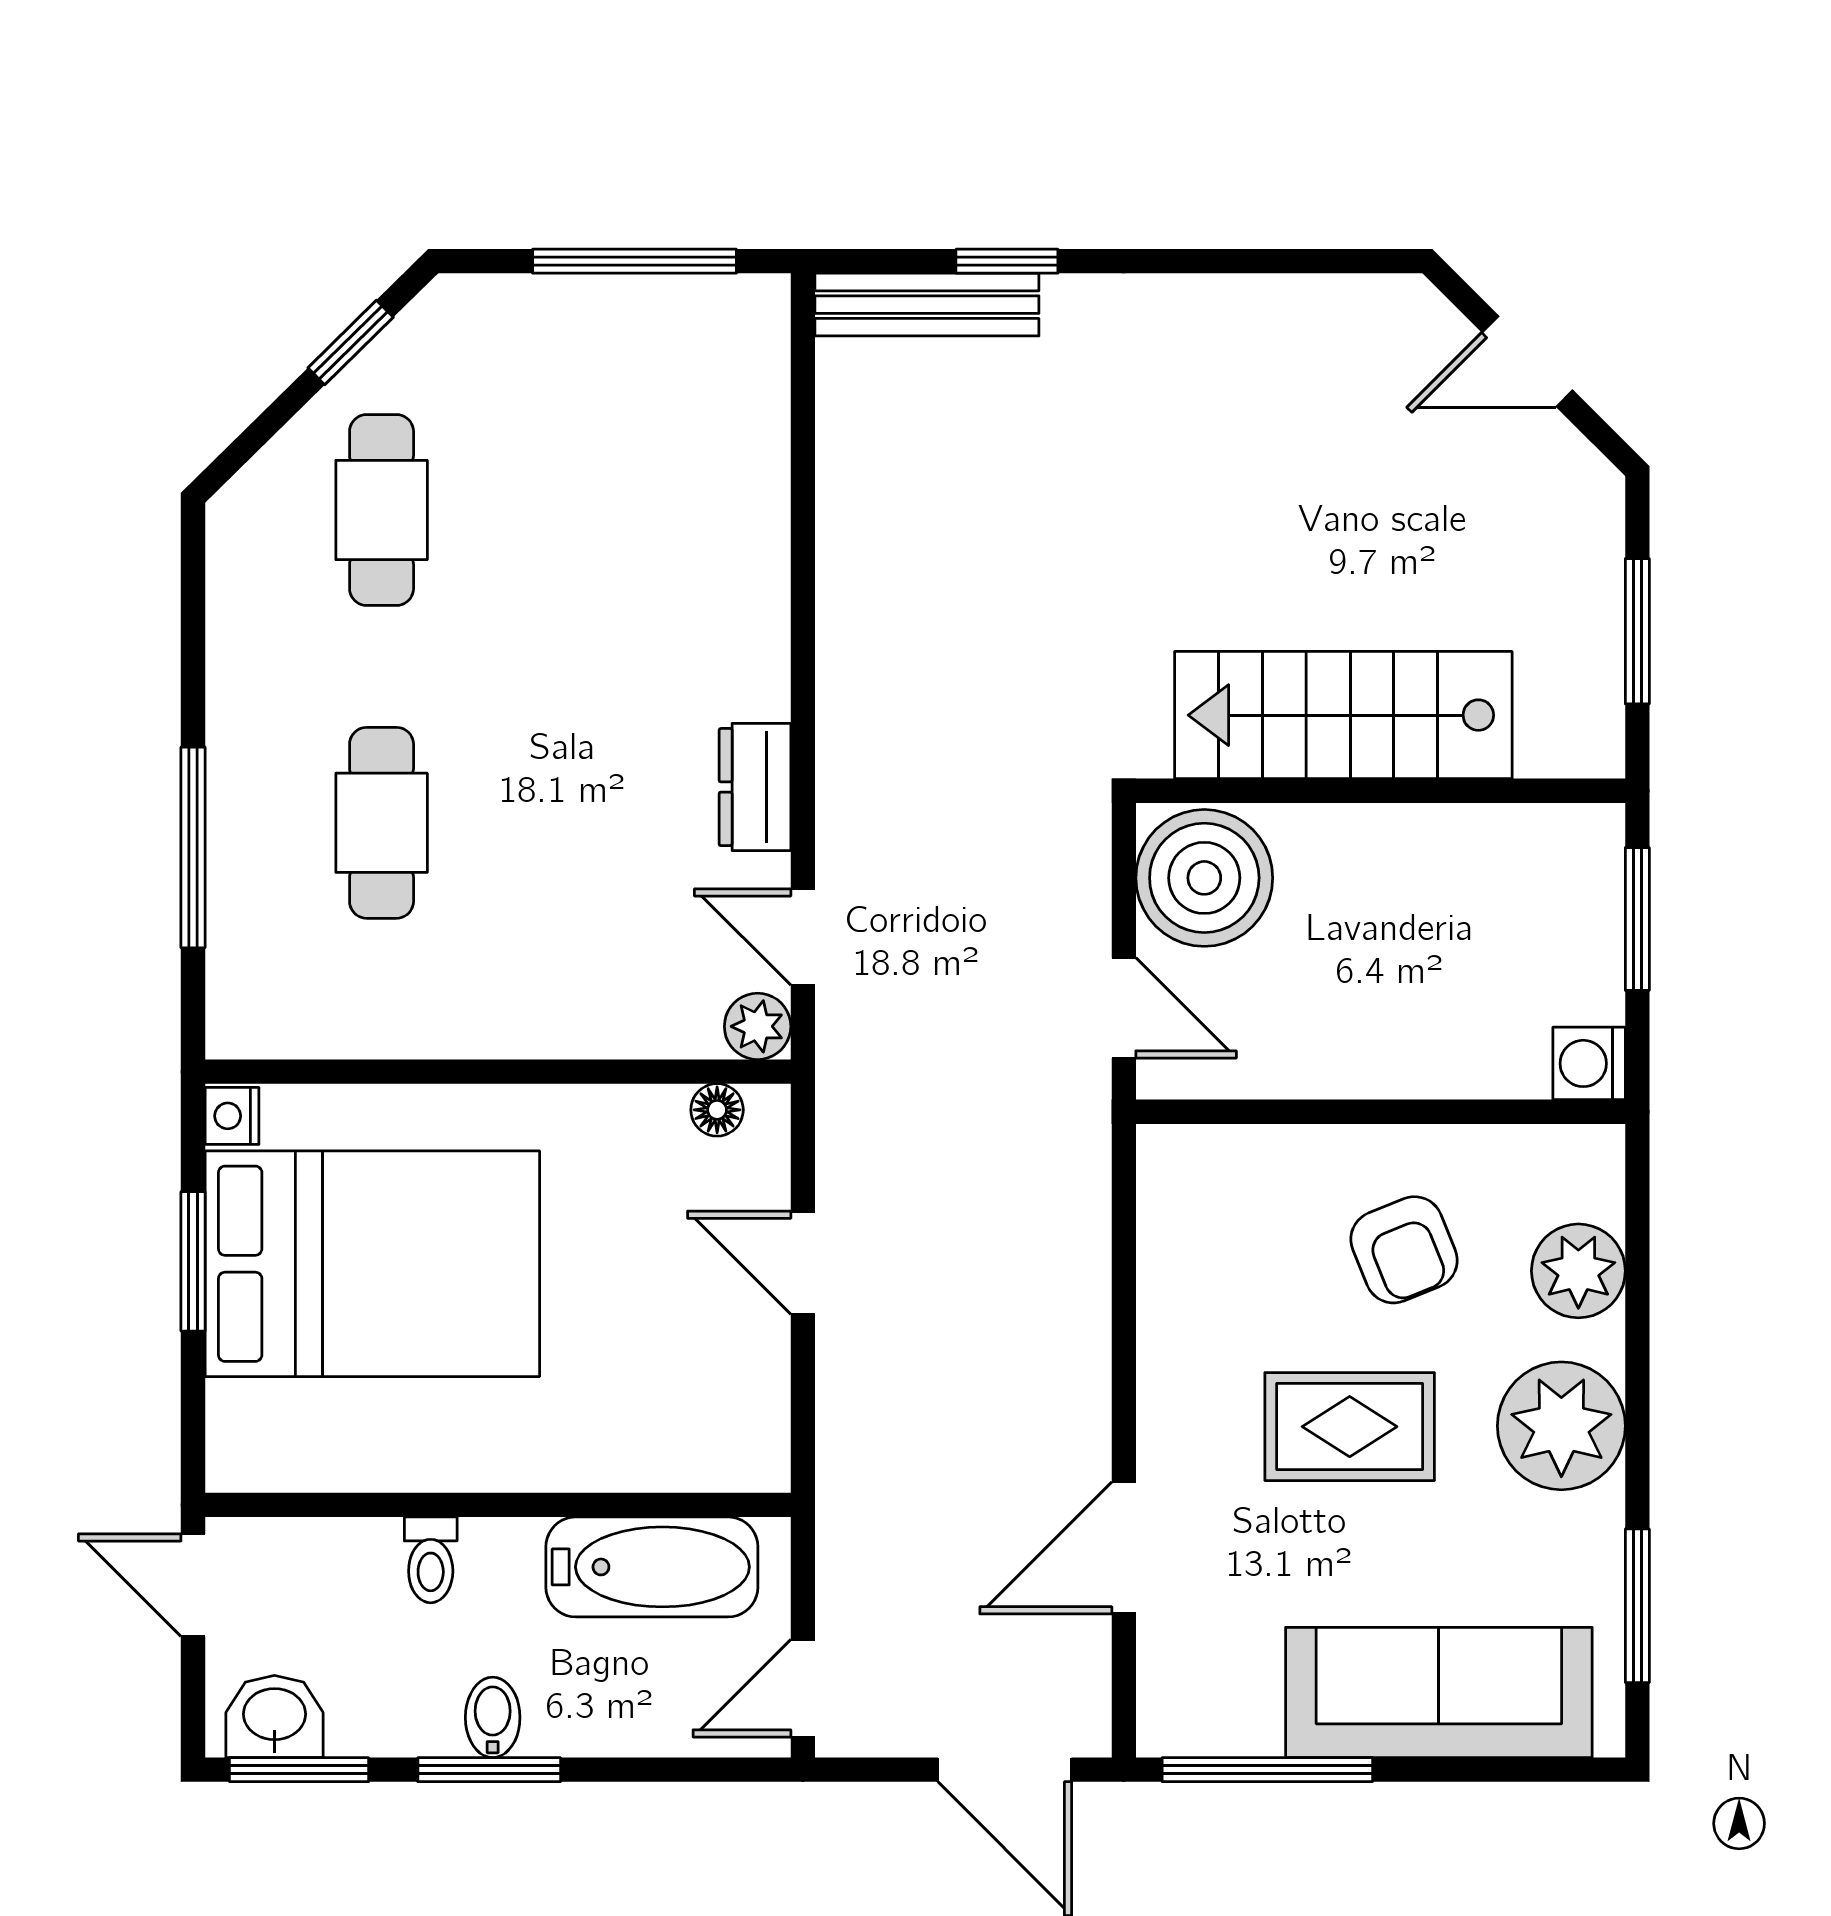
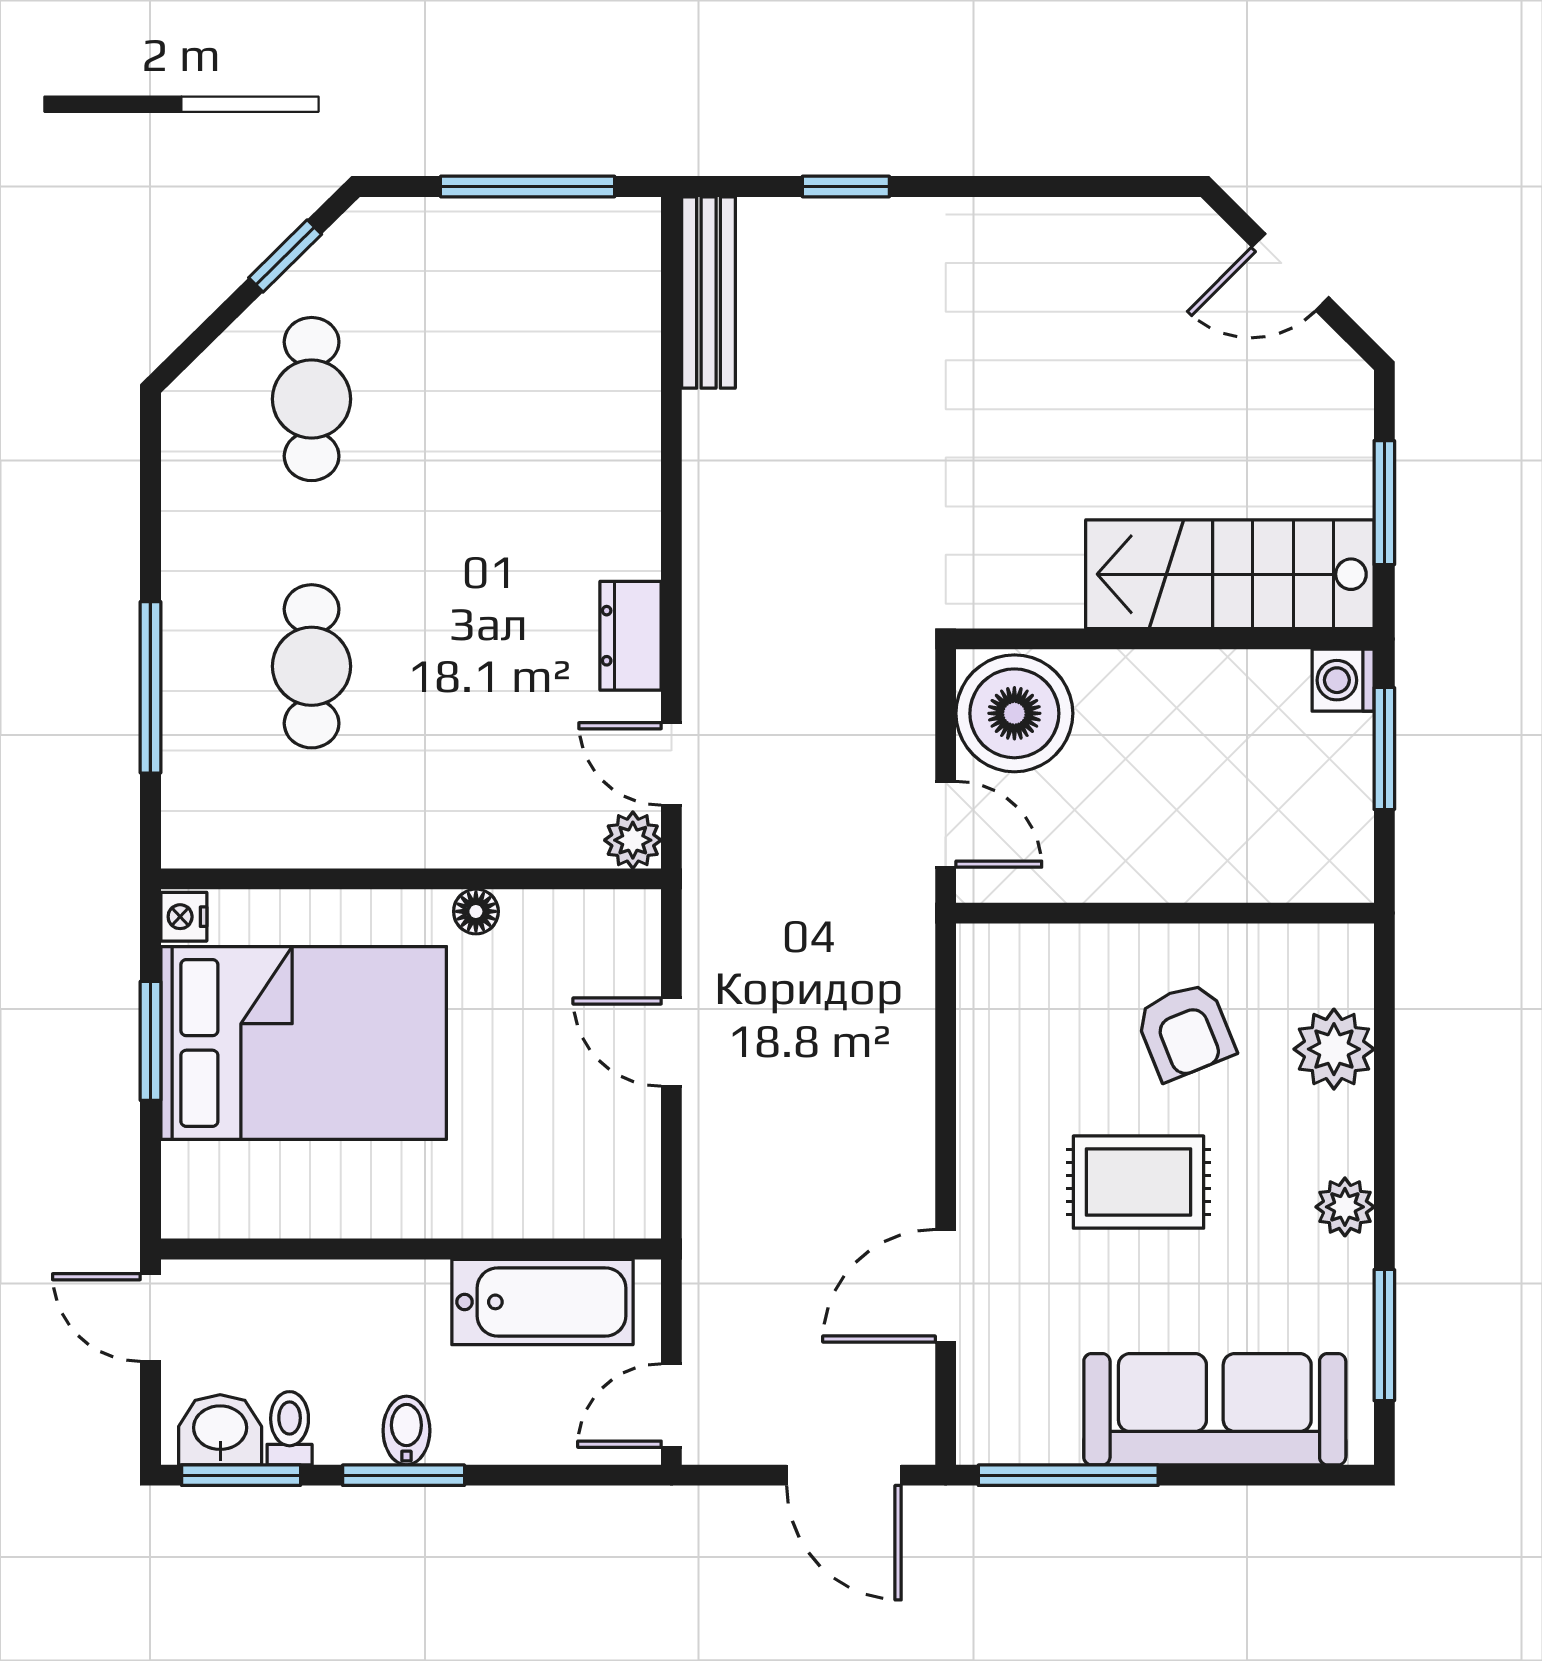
bench: (927, 305) -> (709, 292), moved, turned 90
stairs: (1343, 715) -> (1230, 574), moved
washing machine: (1589, 1063) -> (1343, 680), moved
floor lamp: (717, 1110) -> (476, 911), moved
plant: (1561, 1426) -> (1345, 1207), width x0.53, depth x0.53
toilet: (431, 1560) -> (290, 1428), moved, turned 180

